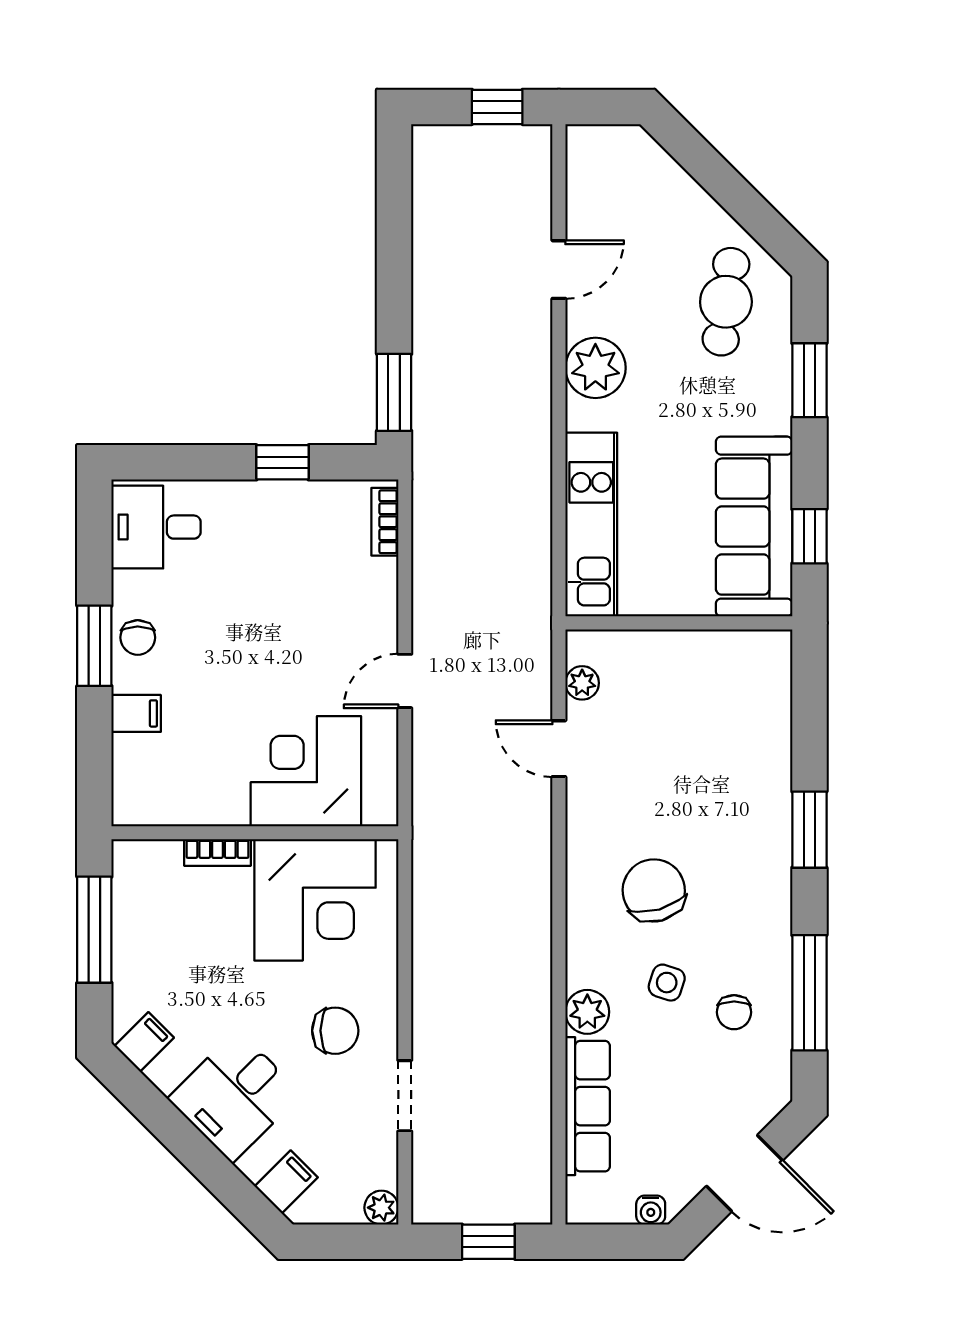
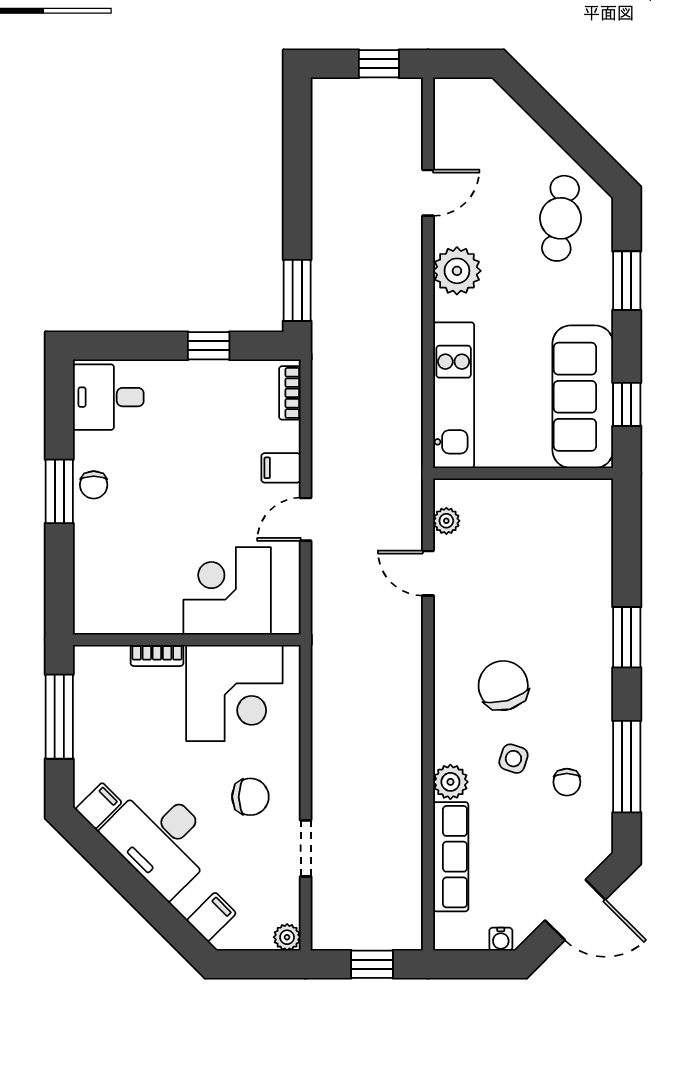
filing cabinet: (136, 713) -> (281, 468), moved, turned 180
desk: (235, 1096) -> (161, 839), width x1.37

